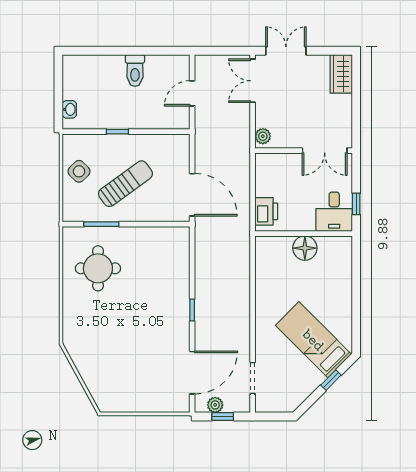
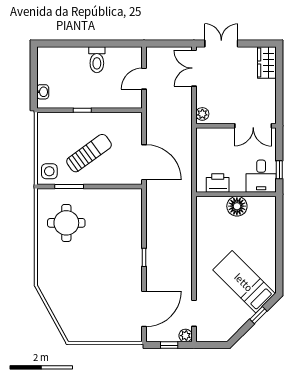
side table: (79, 171) -> (49, 171), moved, turned 45
printer: (266, 211) -> (218, 183), moved, turned -90
plant: (215, 405) -> (186, 336), moved

